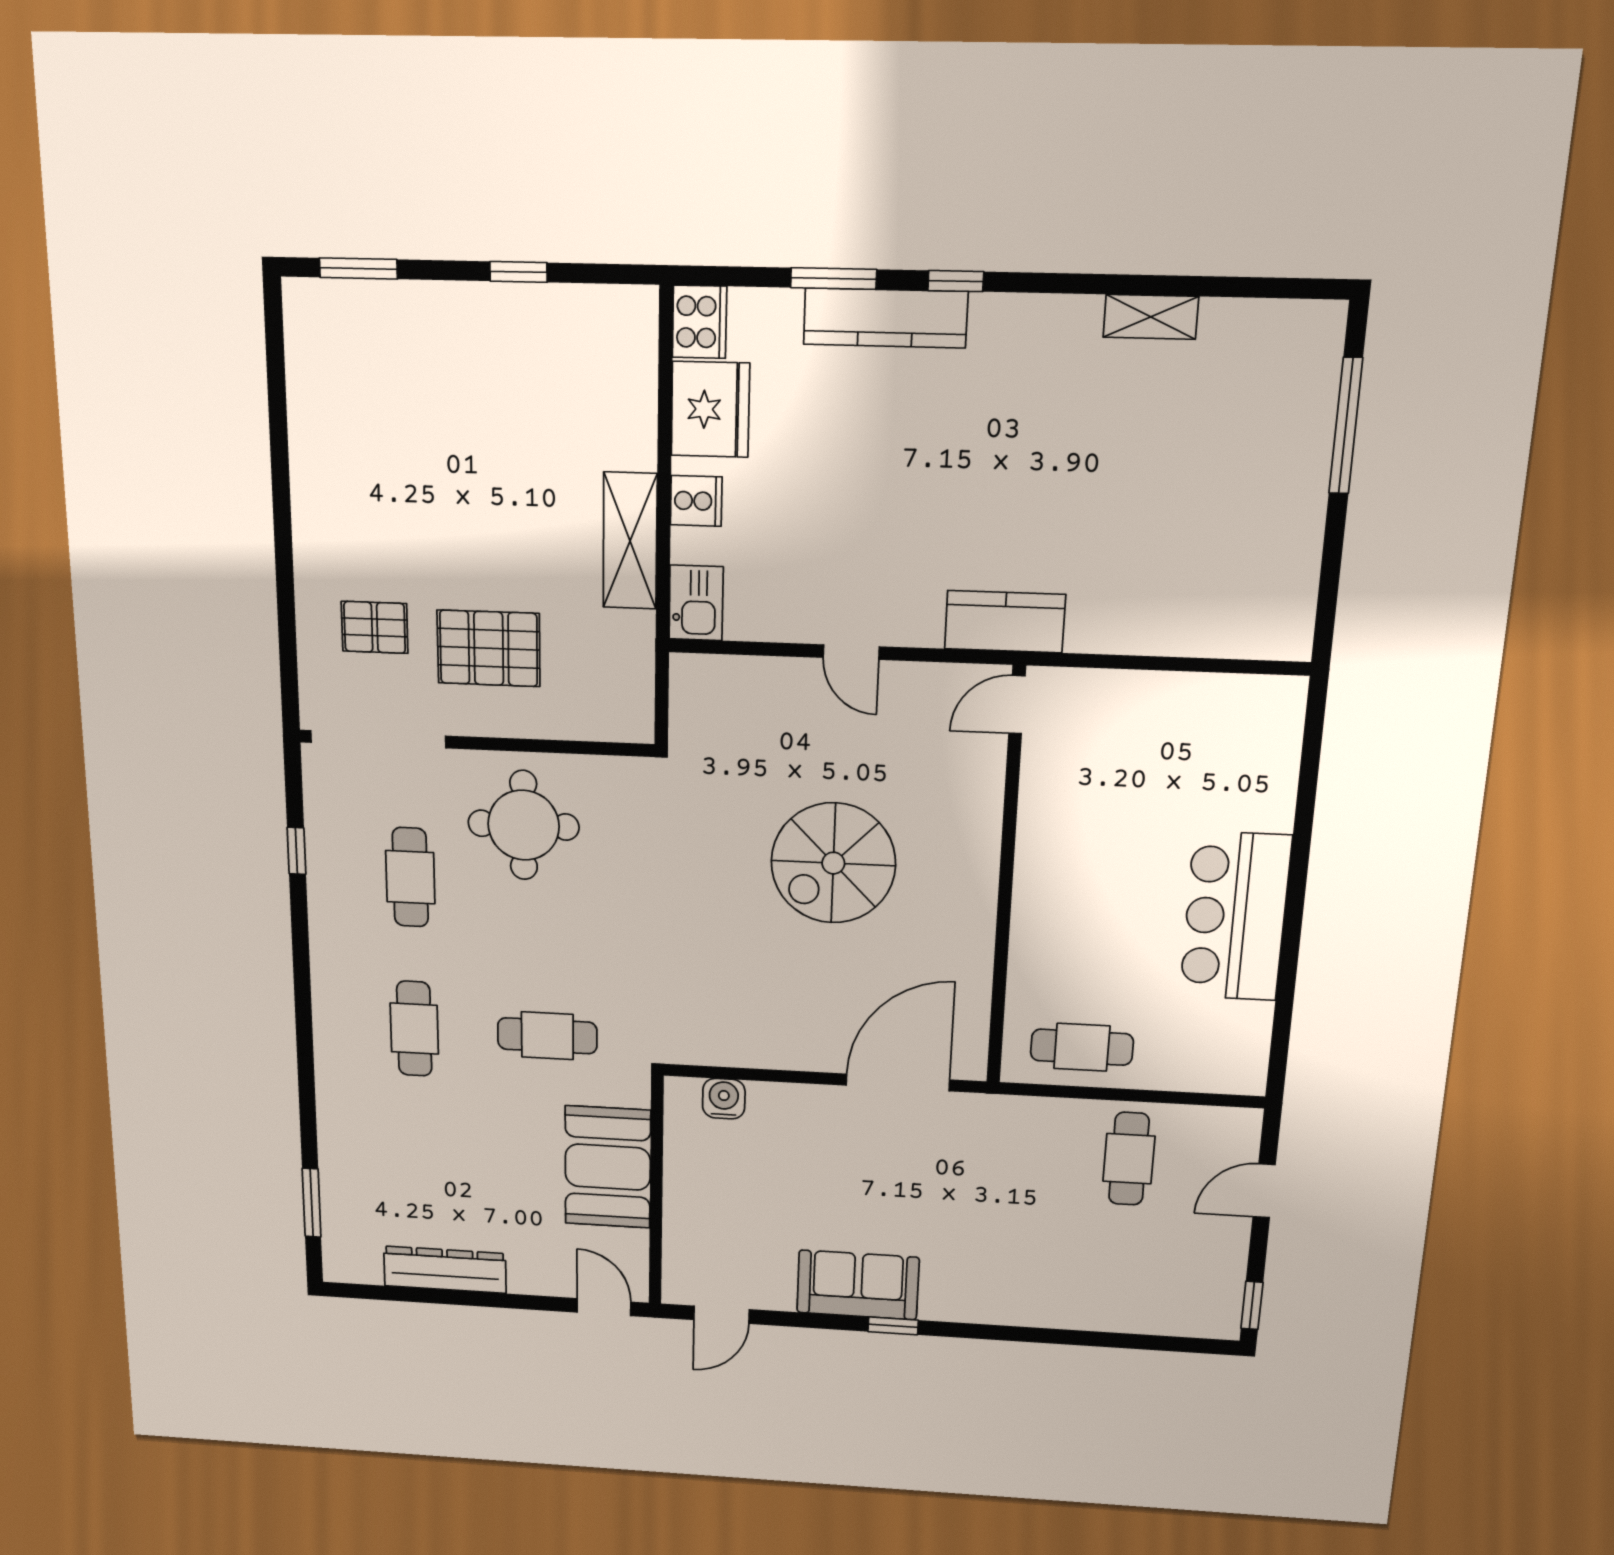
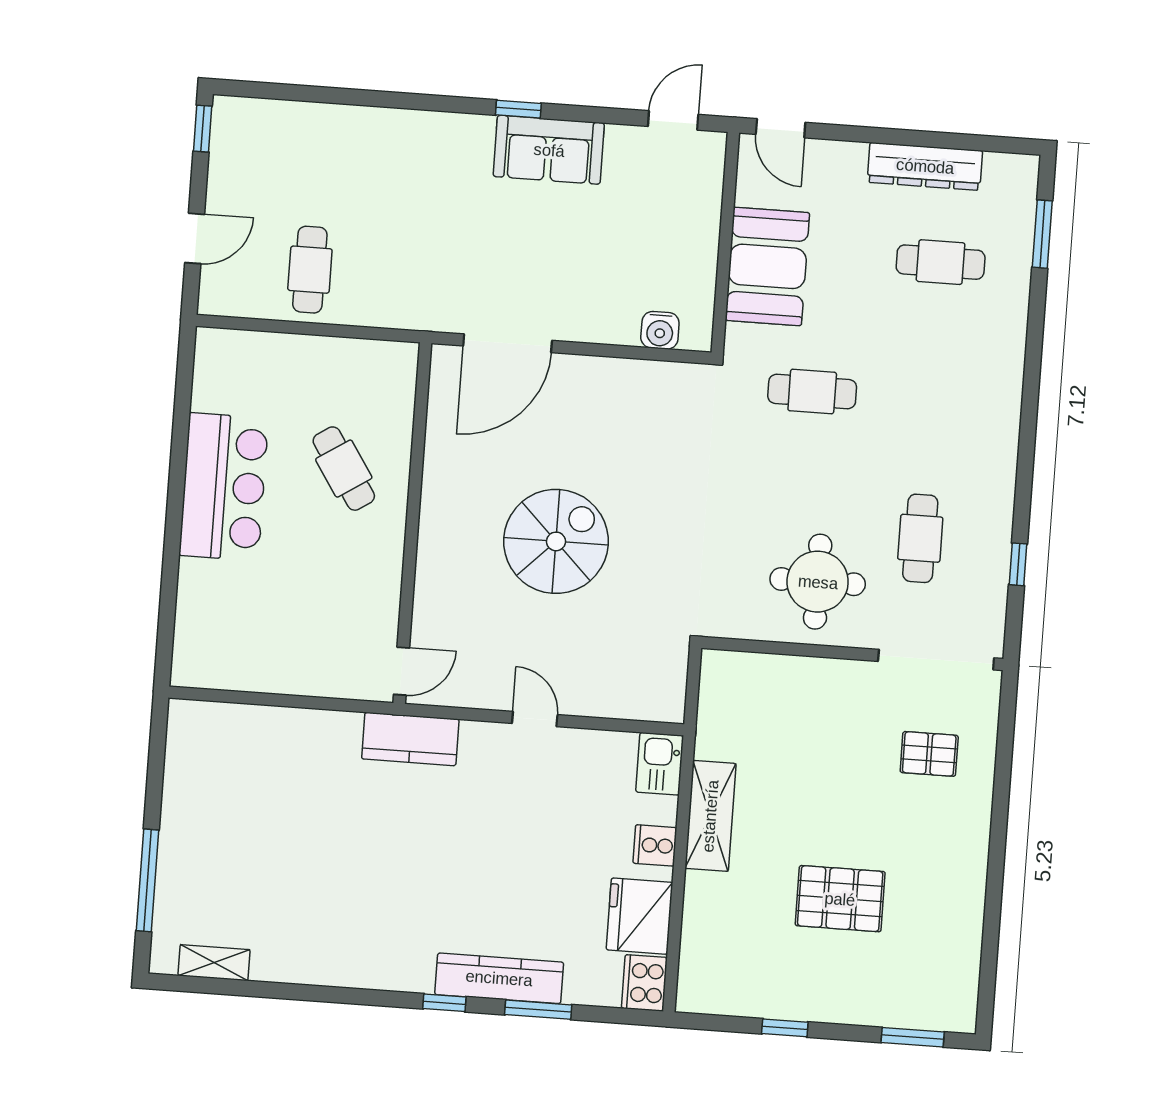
shelving: (1151, 317) -> (214, 963), moved
pallet: (489, 648) -> (840, 899), moved
cafe table: (414, 1029) -> (941, 262), moved, turned 90
cafe table: (1082, 1047) -> (344, 469), moved, turned 57

